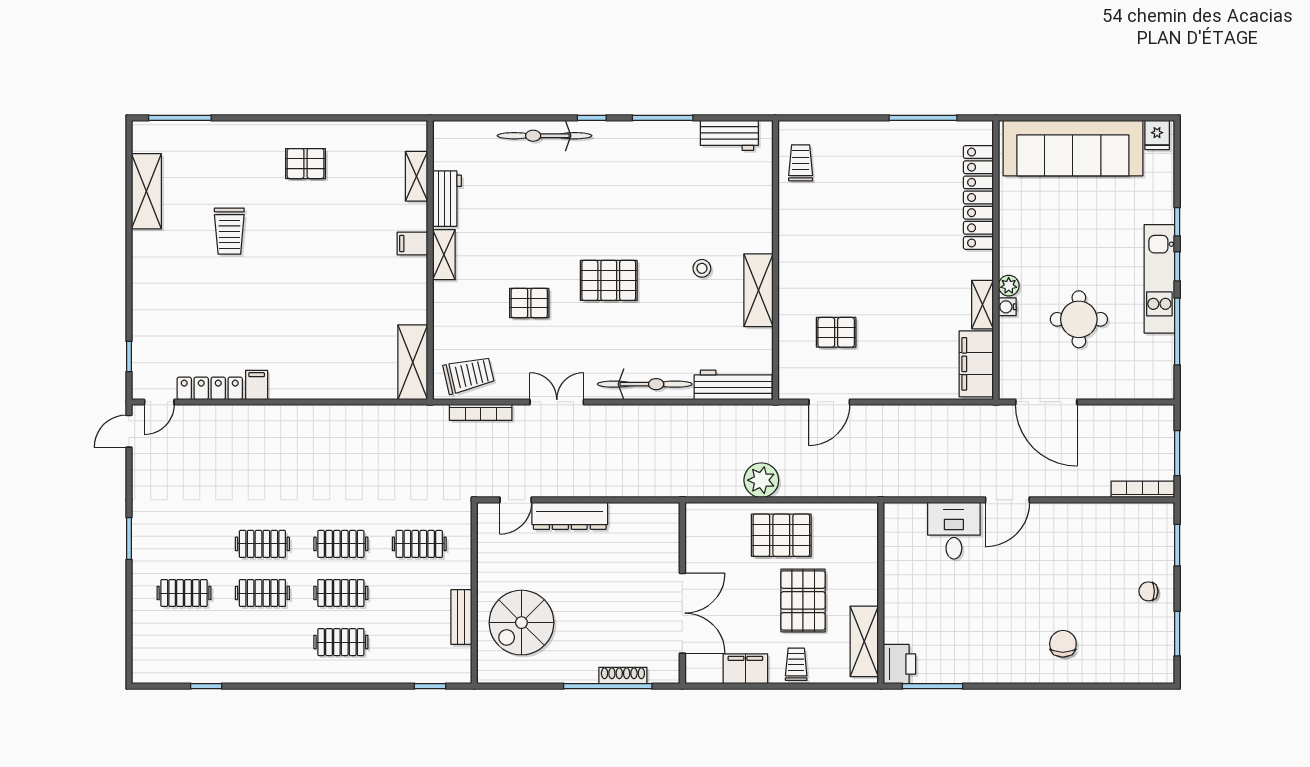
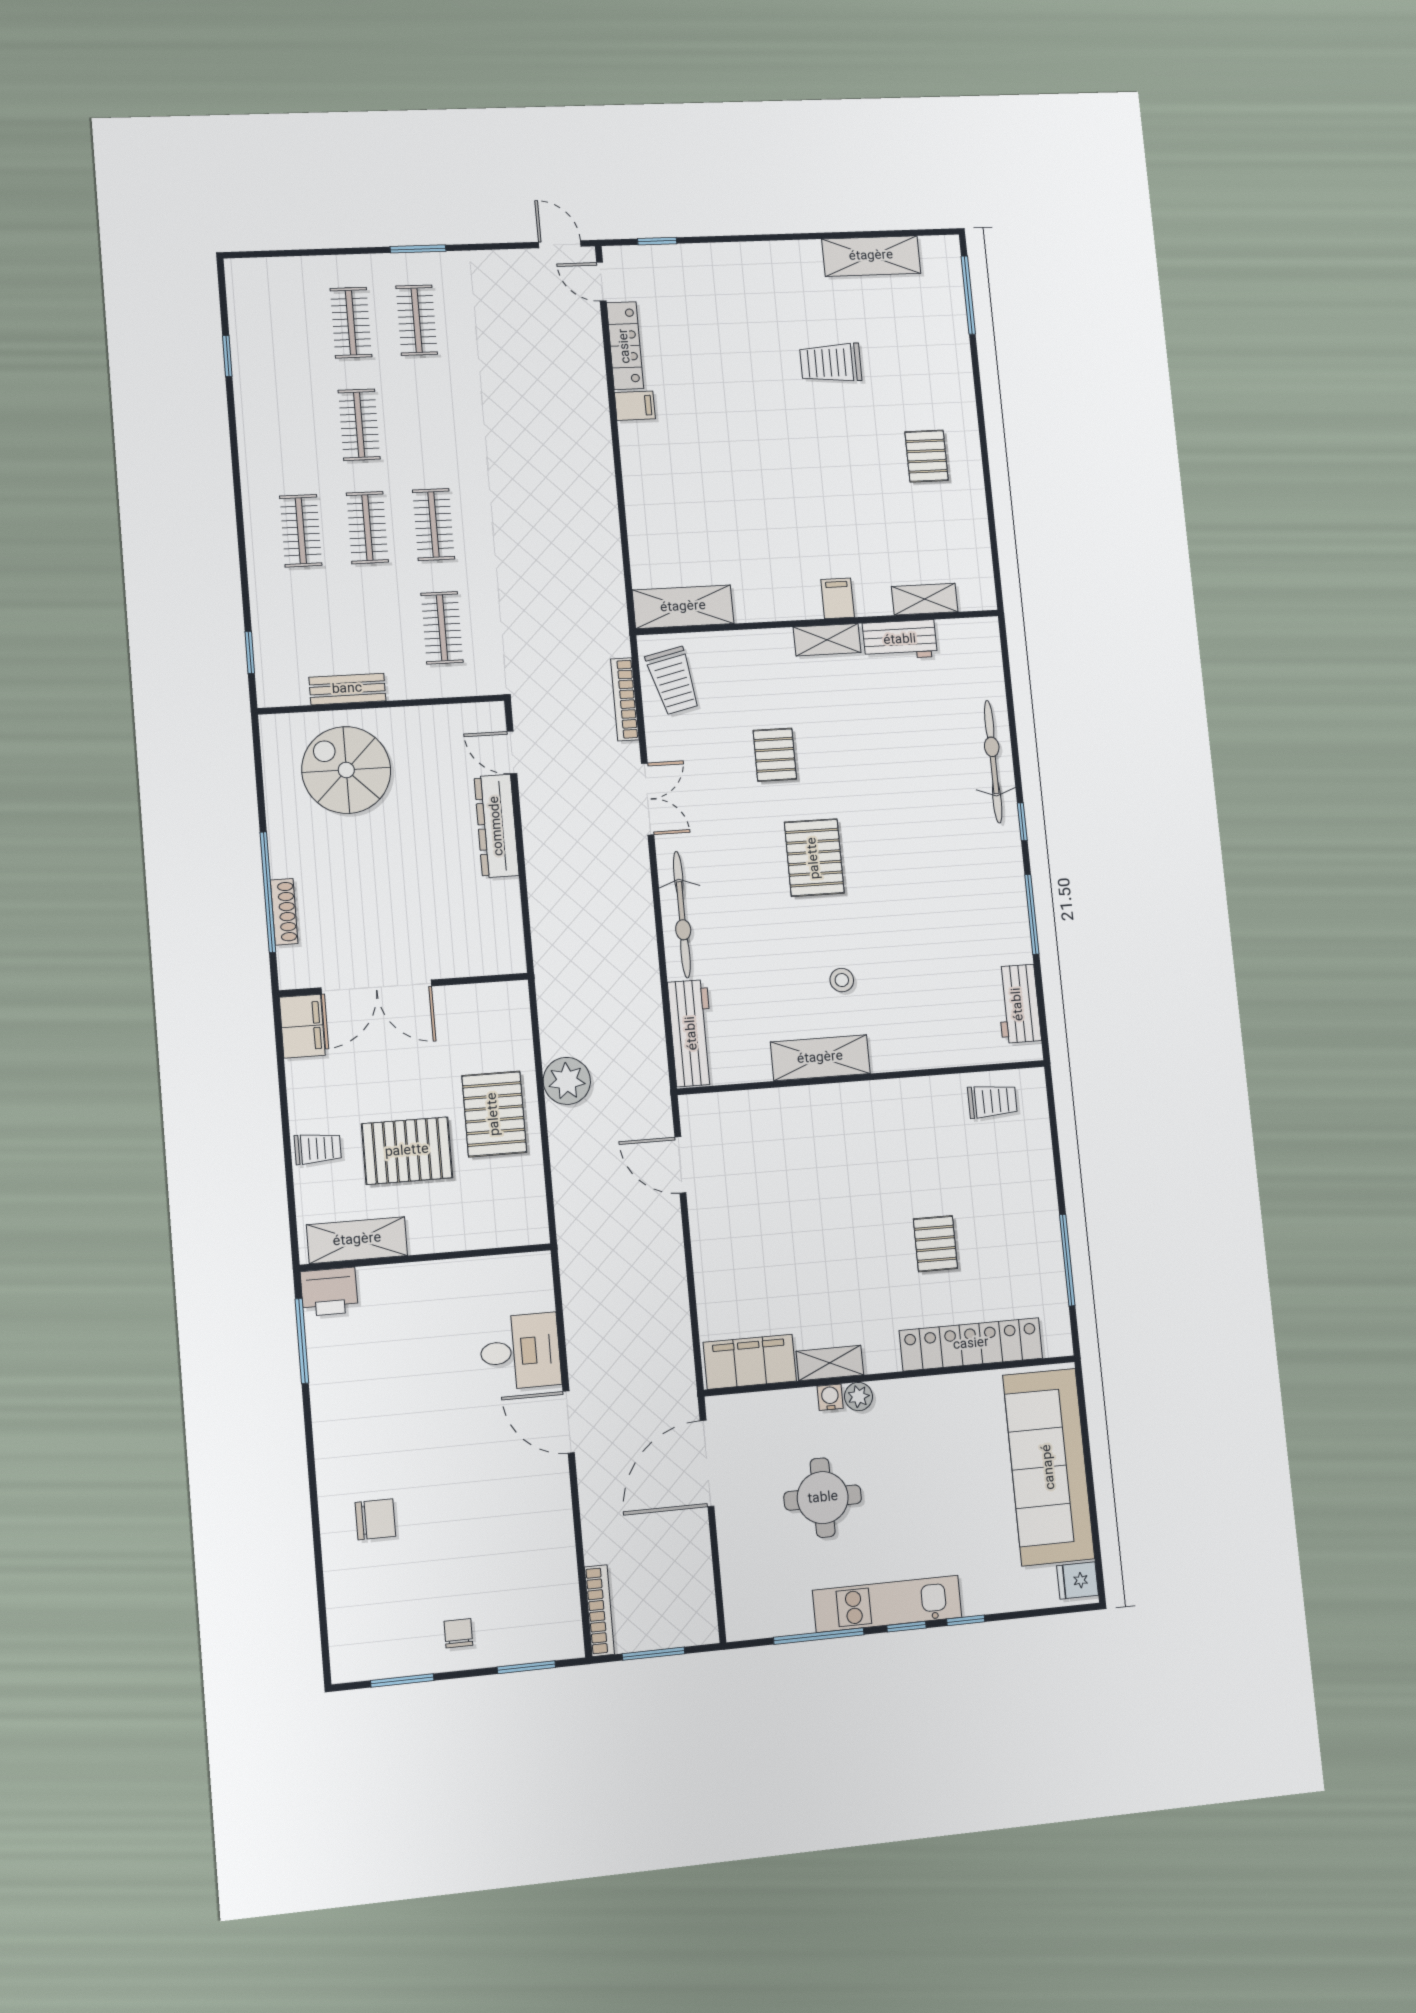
pallet: (836, 332) -> (935, 1244), moved
clothes rail: (262, 544) -> (417, 320), moved
filing cabinet: (745, 669) -> (302, 1026), moved

